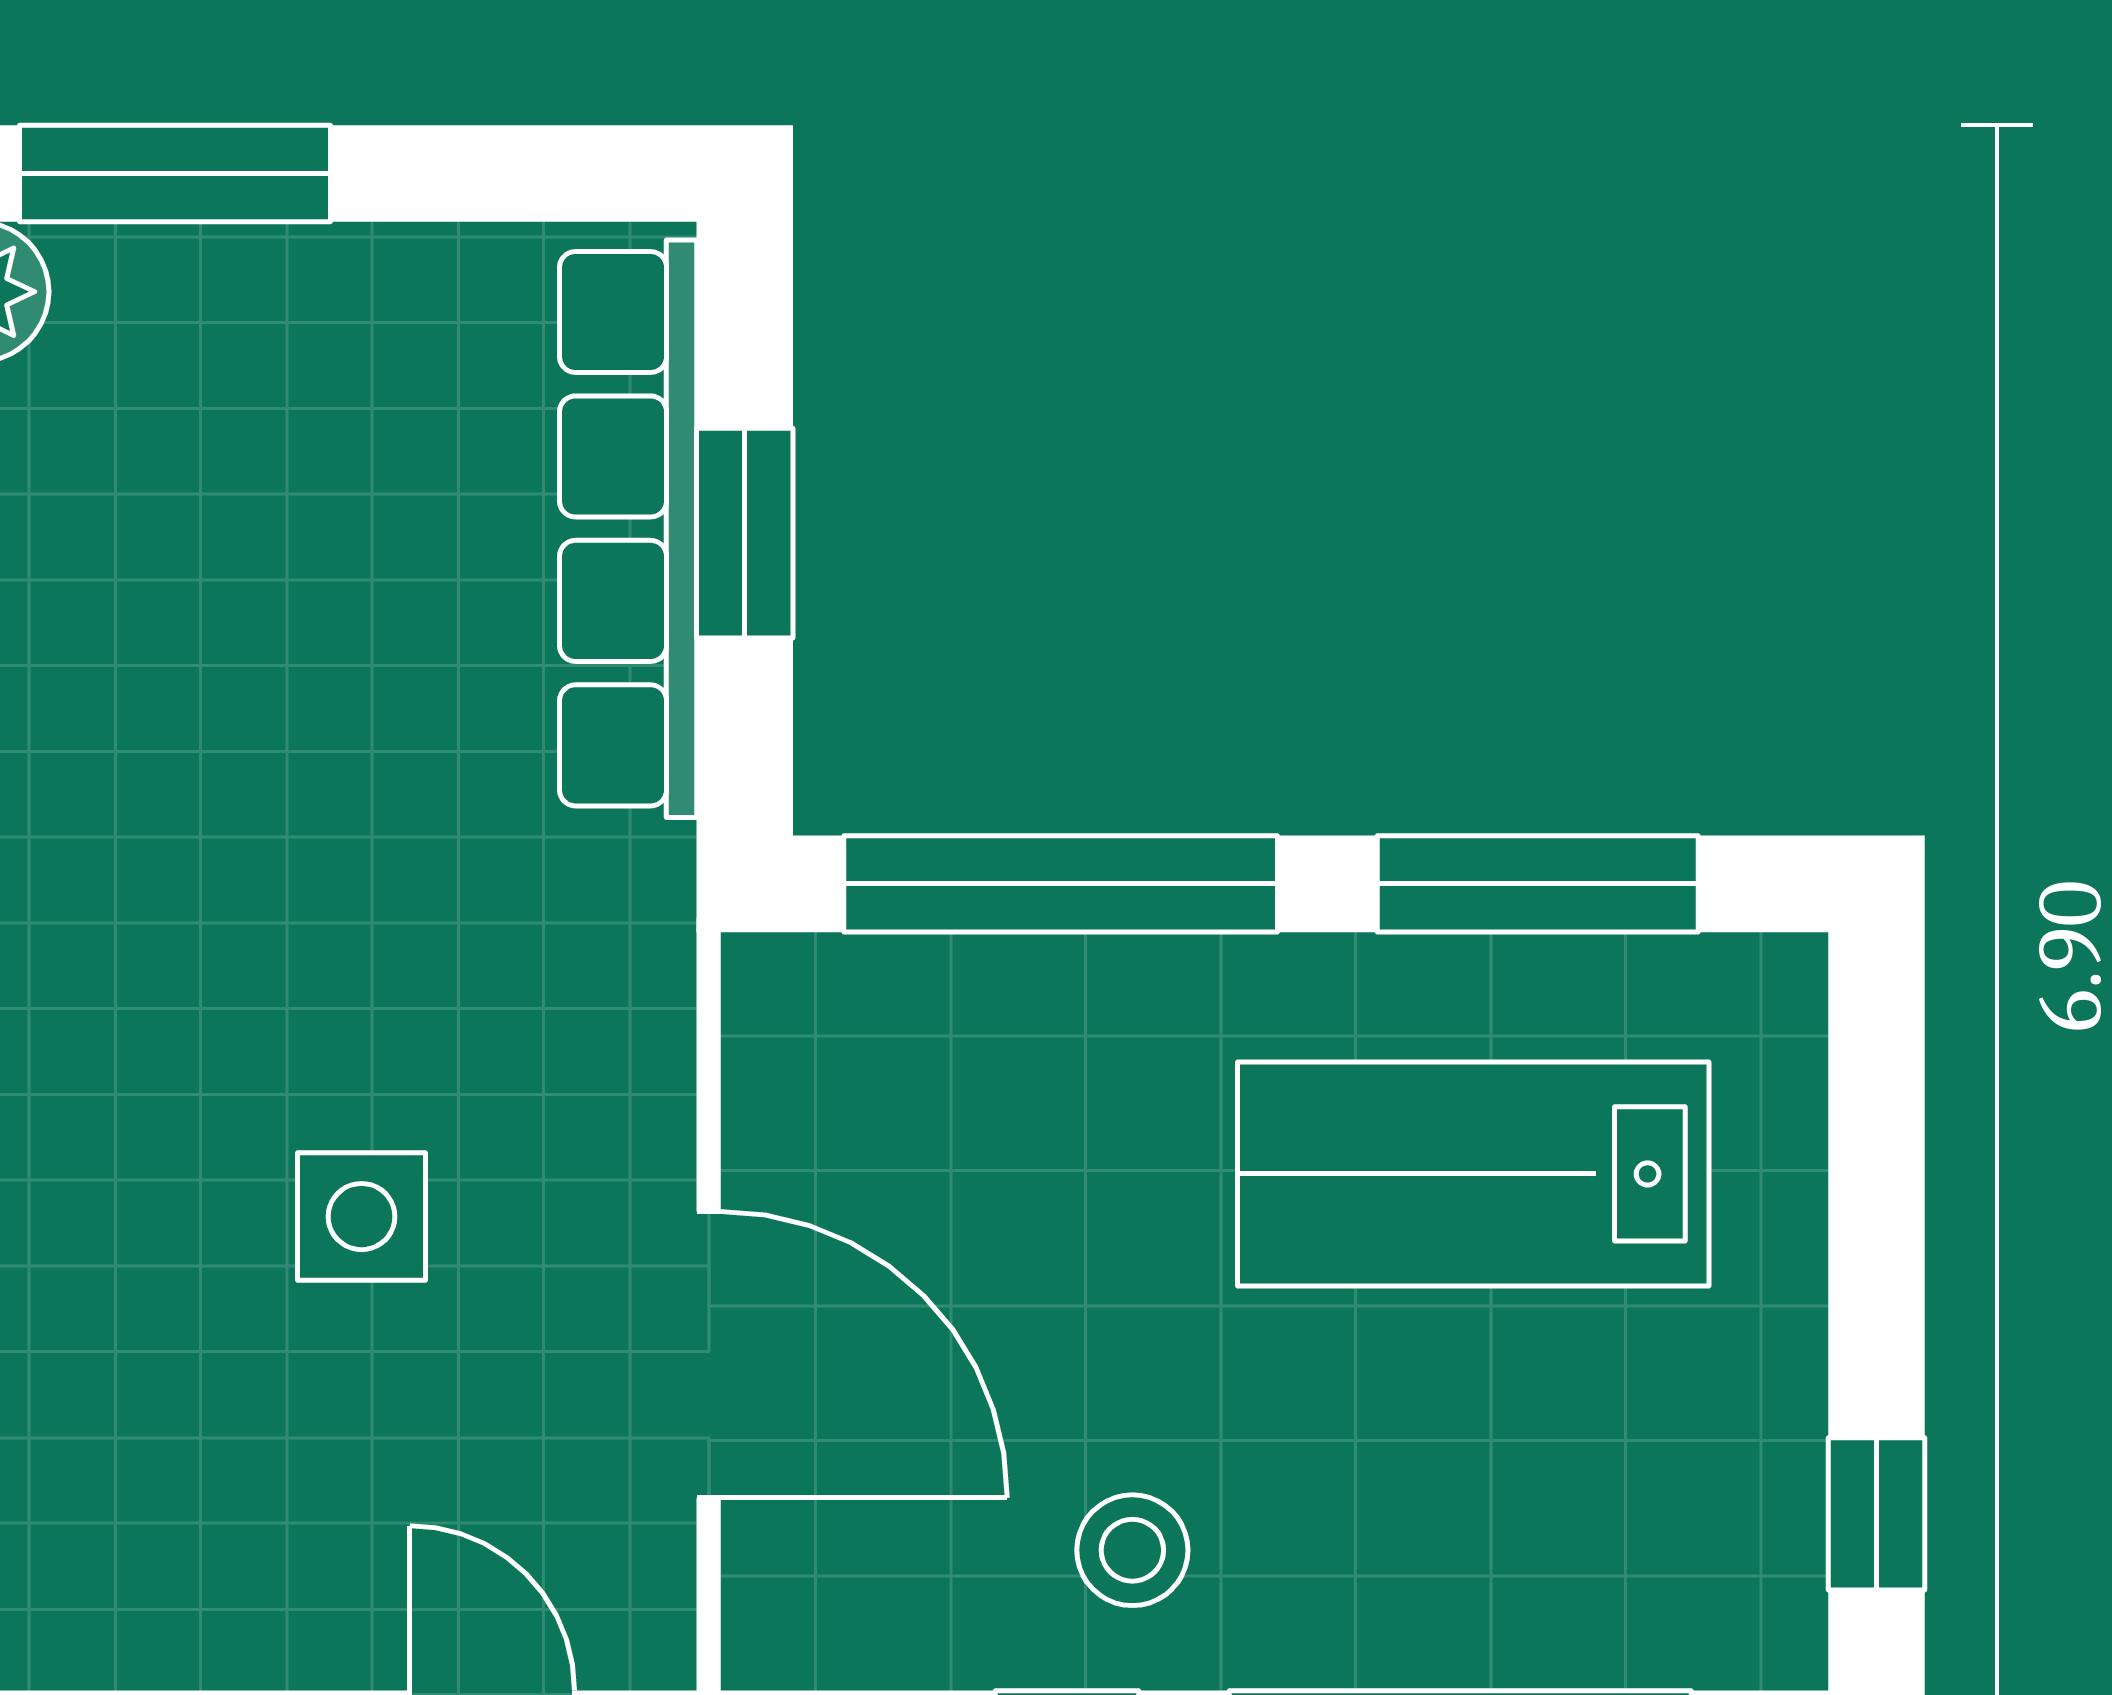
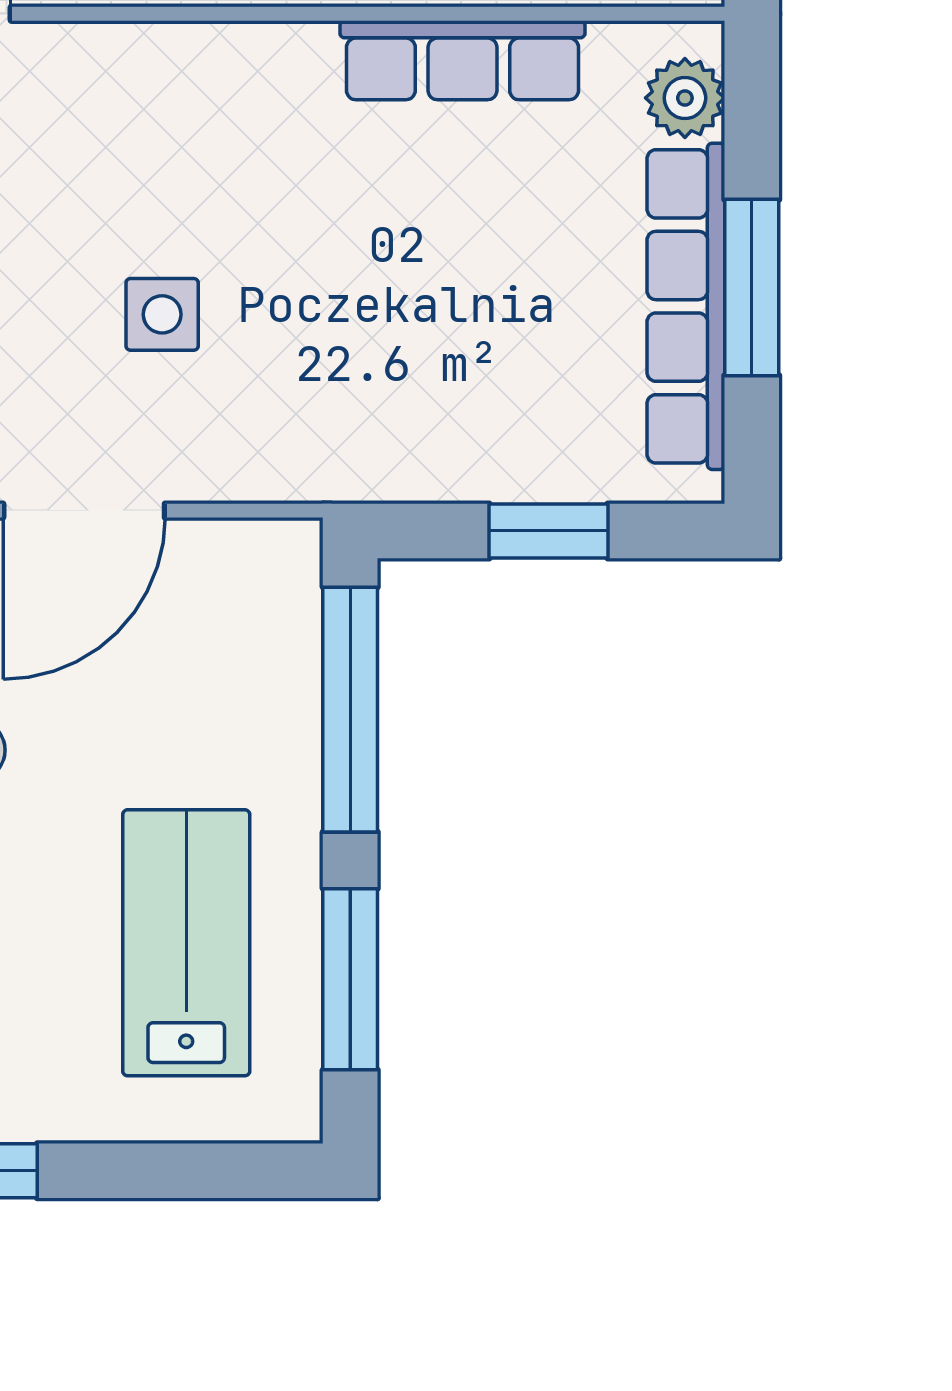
window: (175, 174) -> (752, 287), moved
row of seats: (628, 529) -> (686, 306), moved, turned -90

